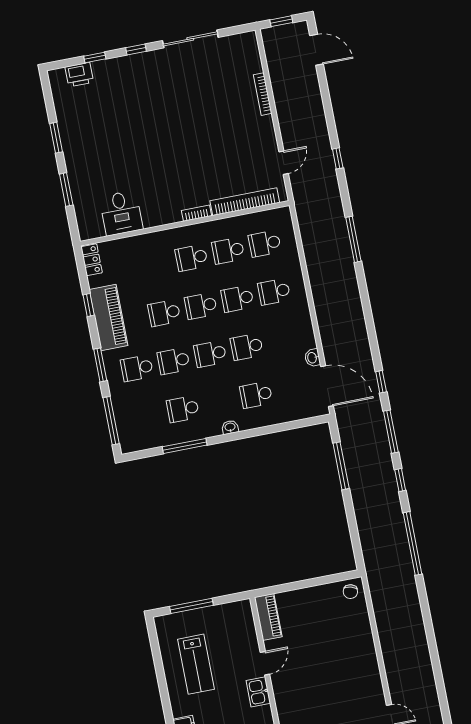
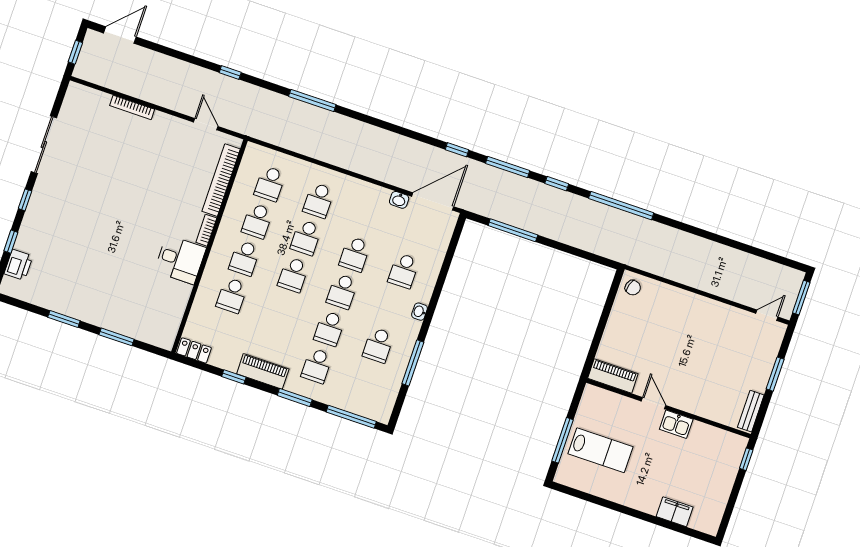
desk: (121, 213) -> (180, 260), moved
school desk: (164, 313) -> (232, 295), moved
piano: (108, 317) -> (263, 371), width x0.73, depth x0.75
lab bench: (196, 664) -> (601, 450), moved

